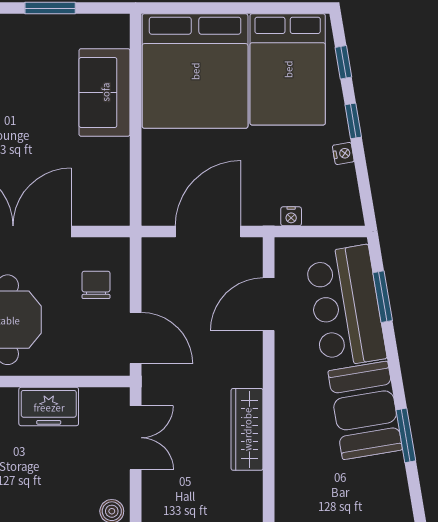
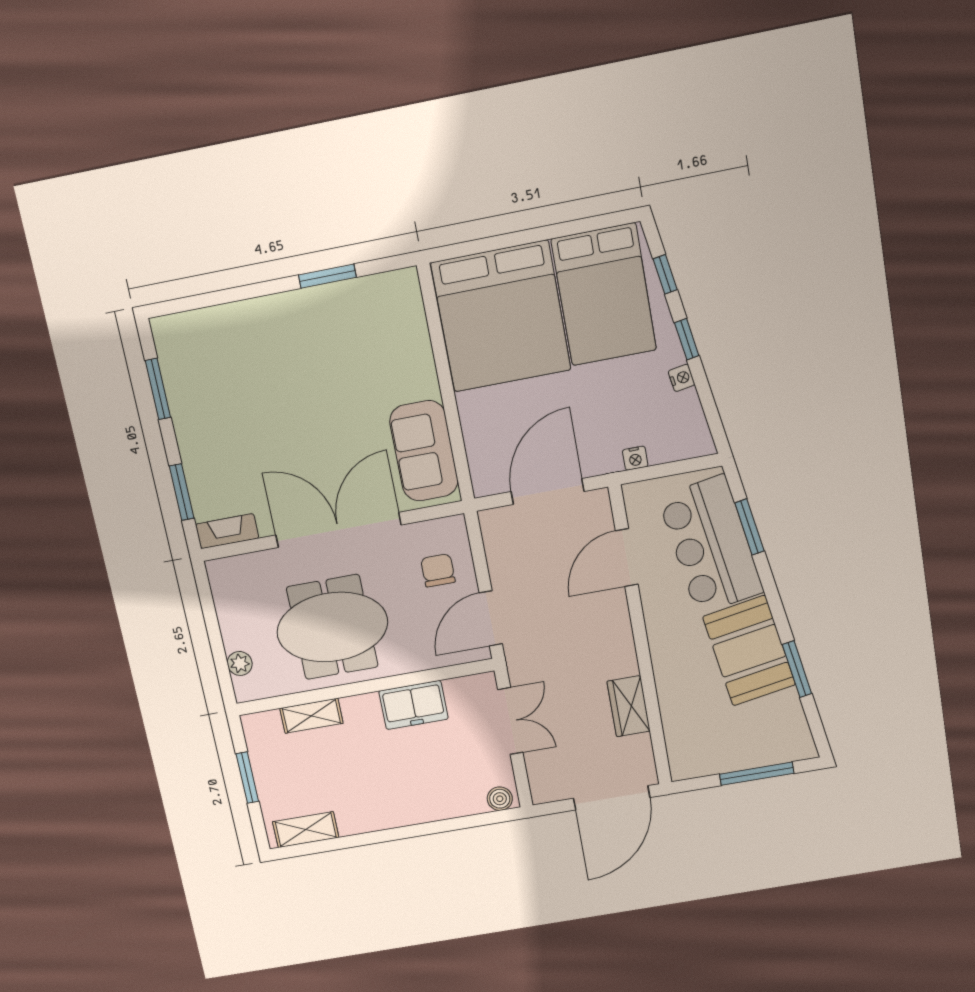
sofa: (105, 92) -> (424, 451), moved
door: (136, 338) -> (491, 618), swing flipped
wardrobe: (247, 429) -> (629, 706), width x0.67

